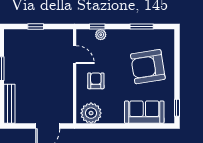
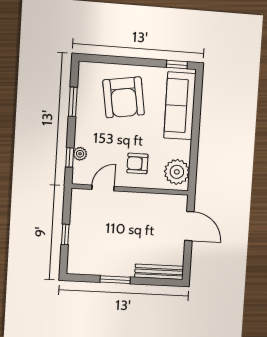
sofa: (144, 112) -> (180, 106), width x1.36

